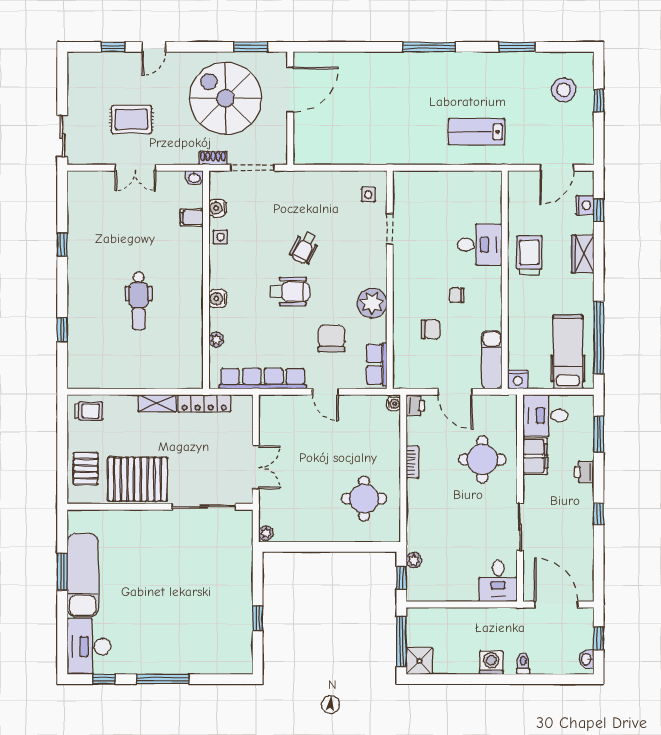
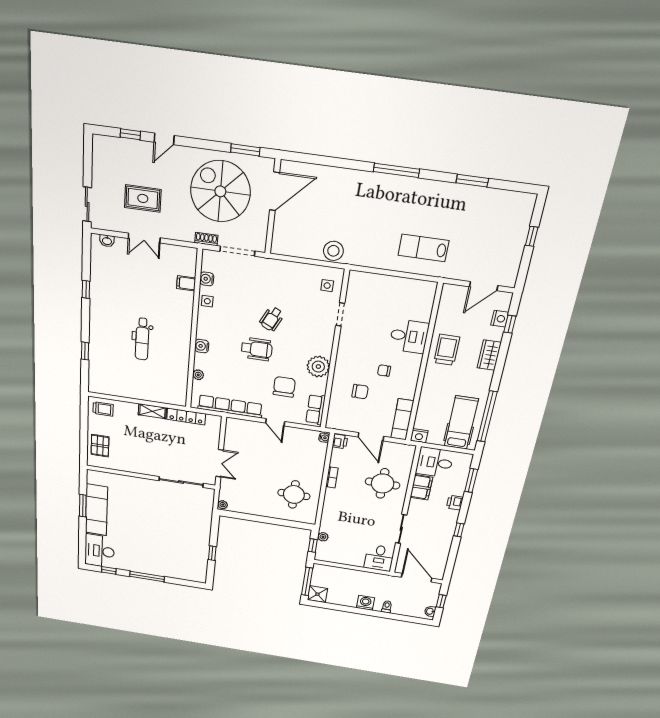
stool: (564, 90) -> (333, 251), moved
washbasin: (194, 178) -> (107, 241), moved
pallet: (137, 479) -> (136, 458), removed

